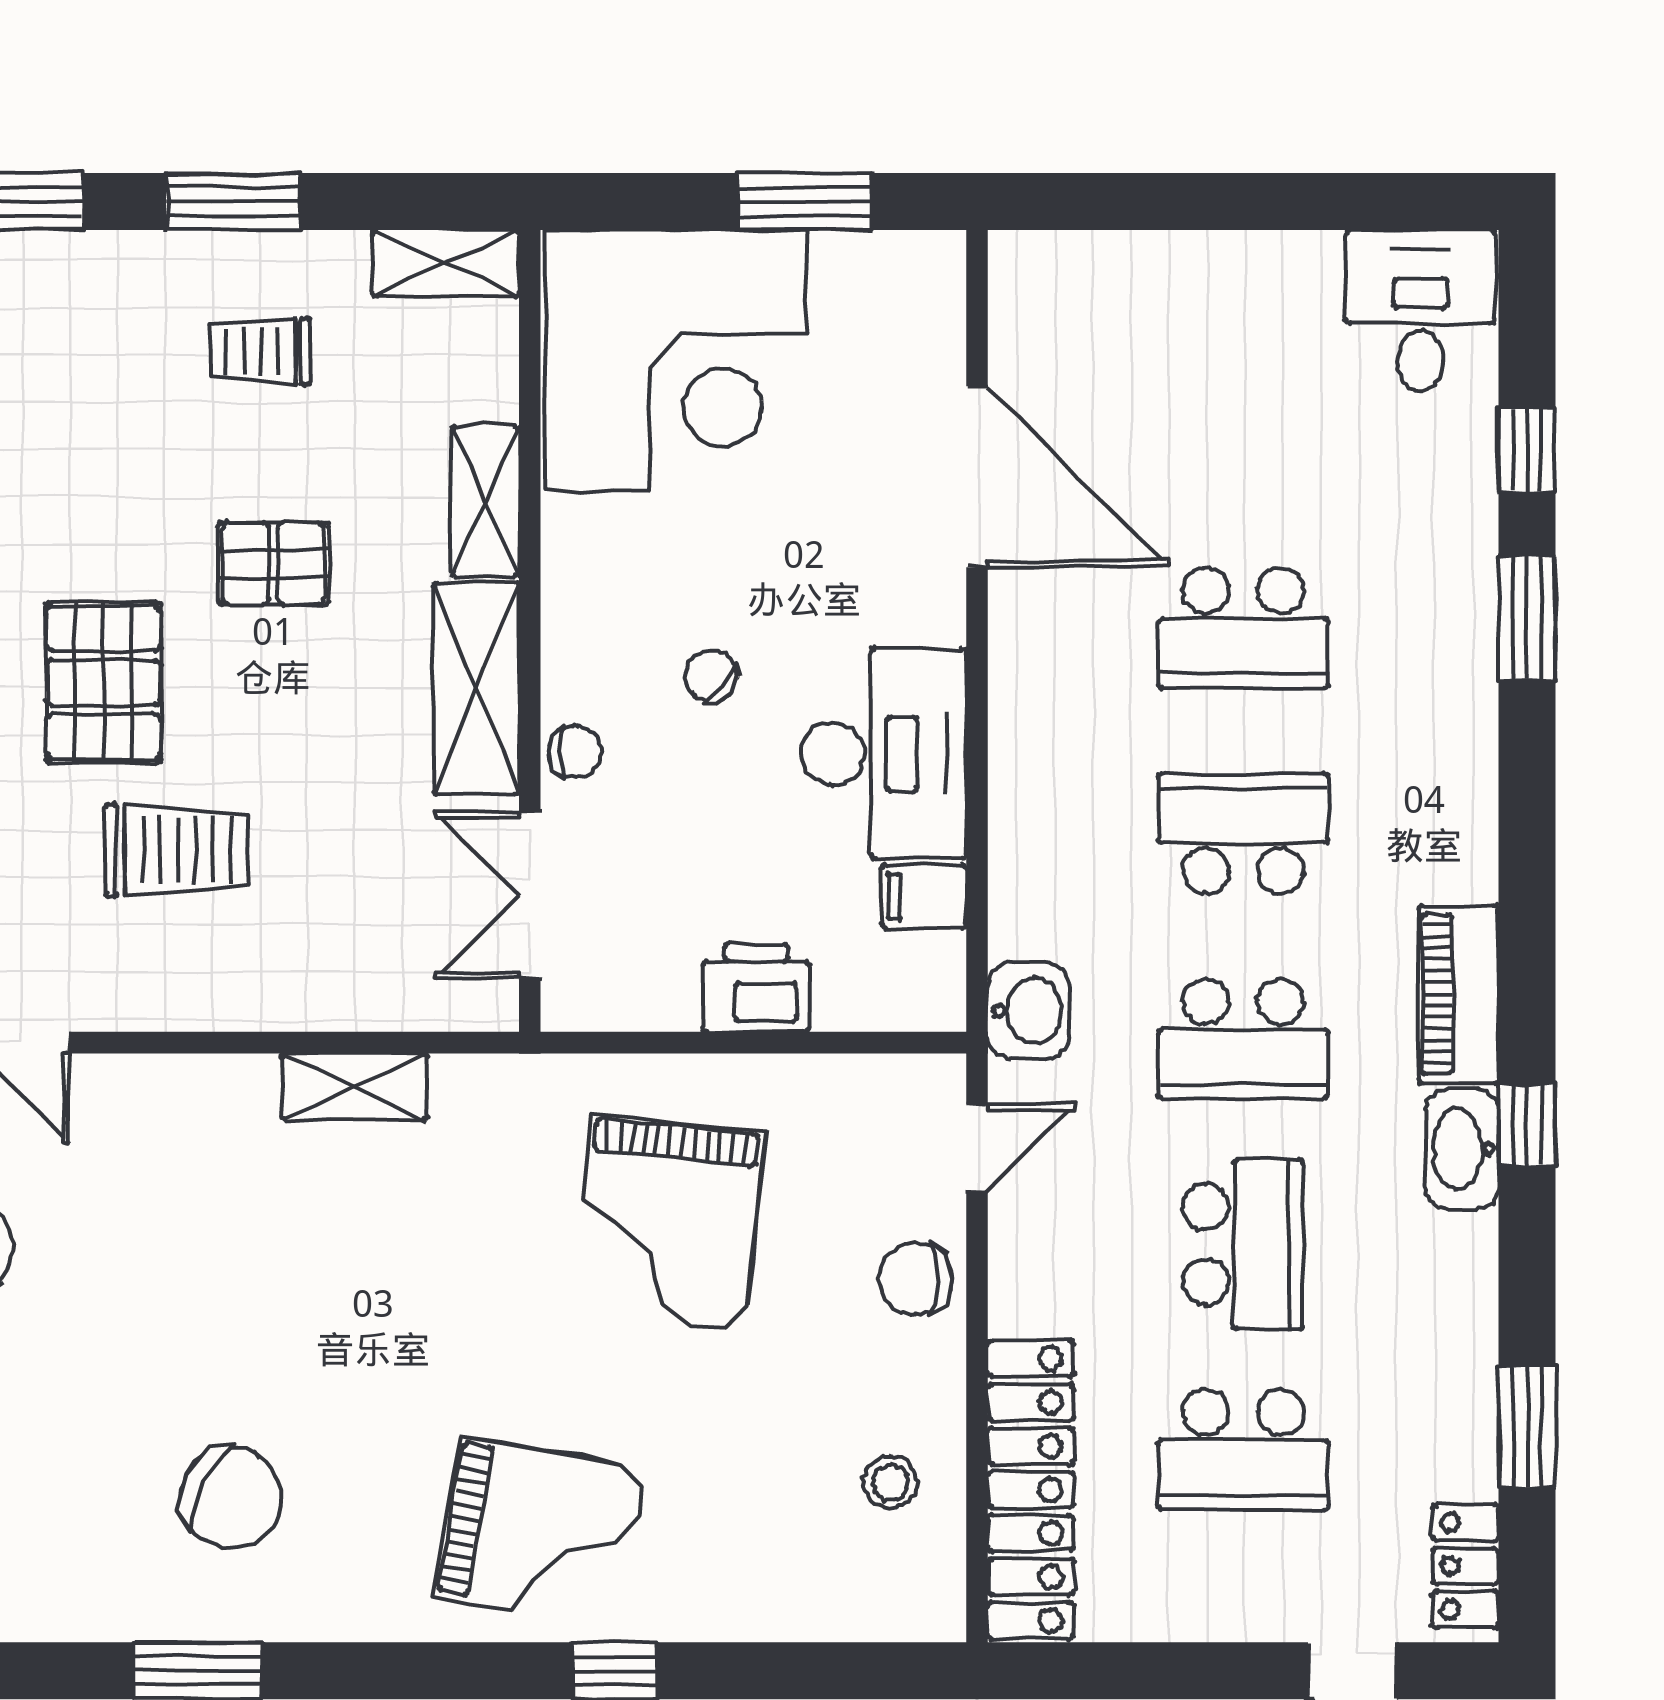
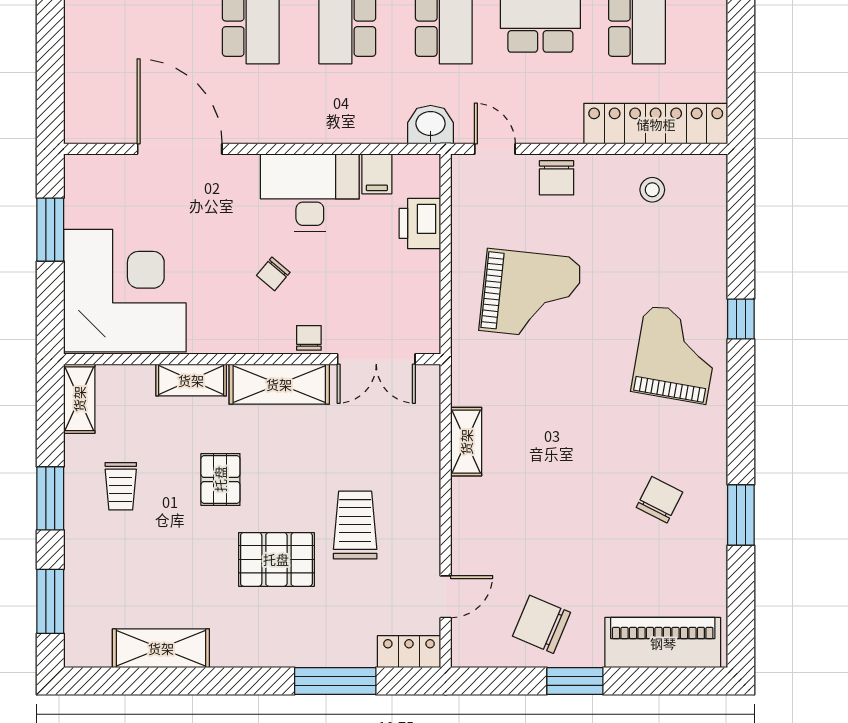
door: (977, 477) -> (180, 149), hinge flipped
printer: (756, 988) -> (420, 223), moved
chair: (231, 1498) -> (659, 500), width x0.73, depth x0.73

